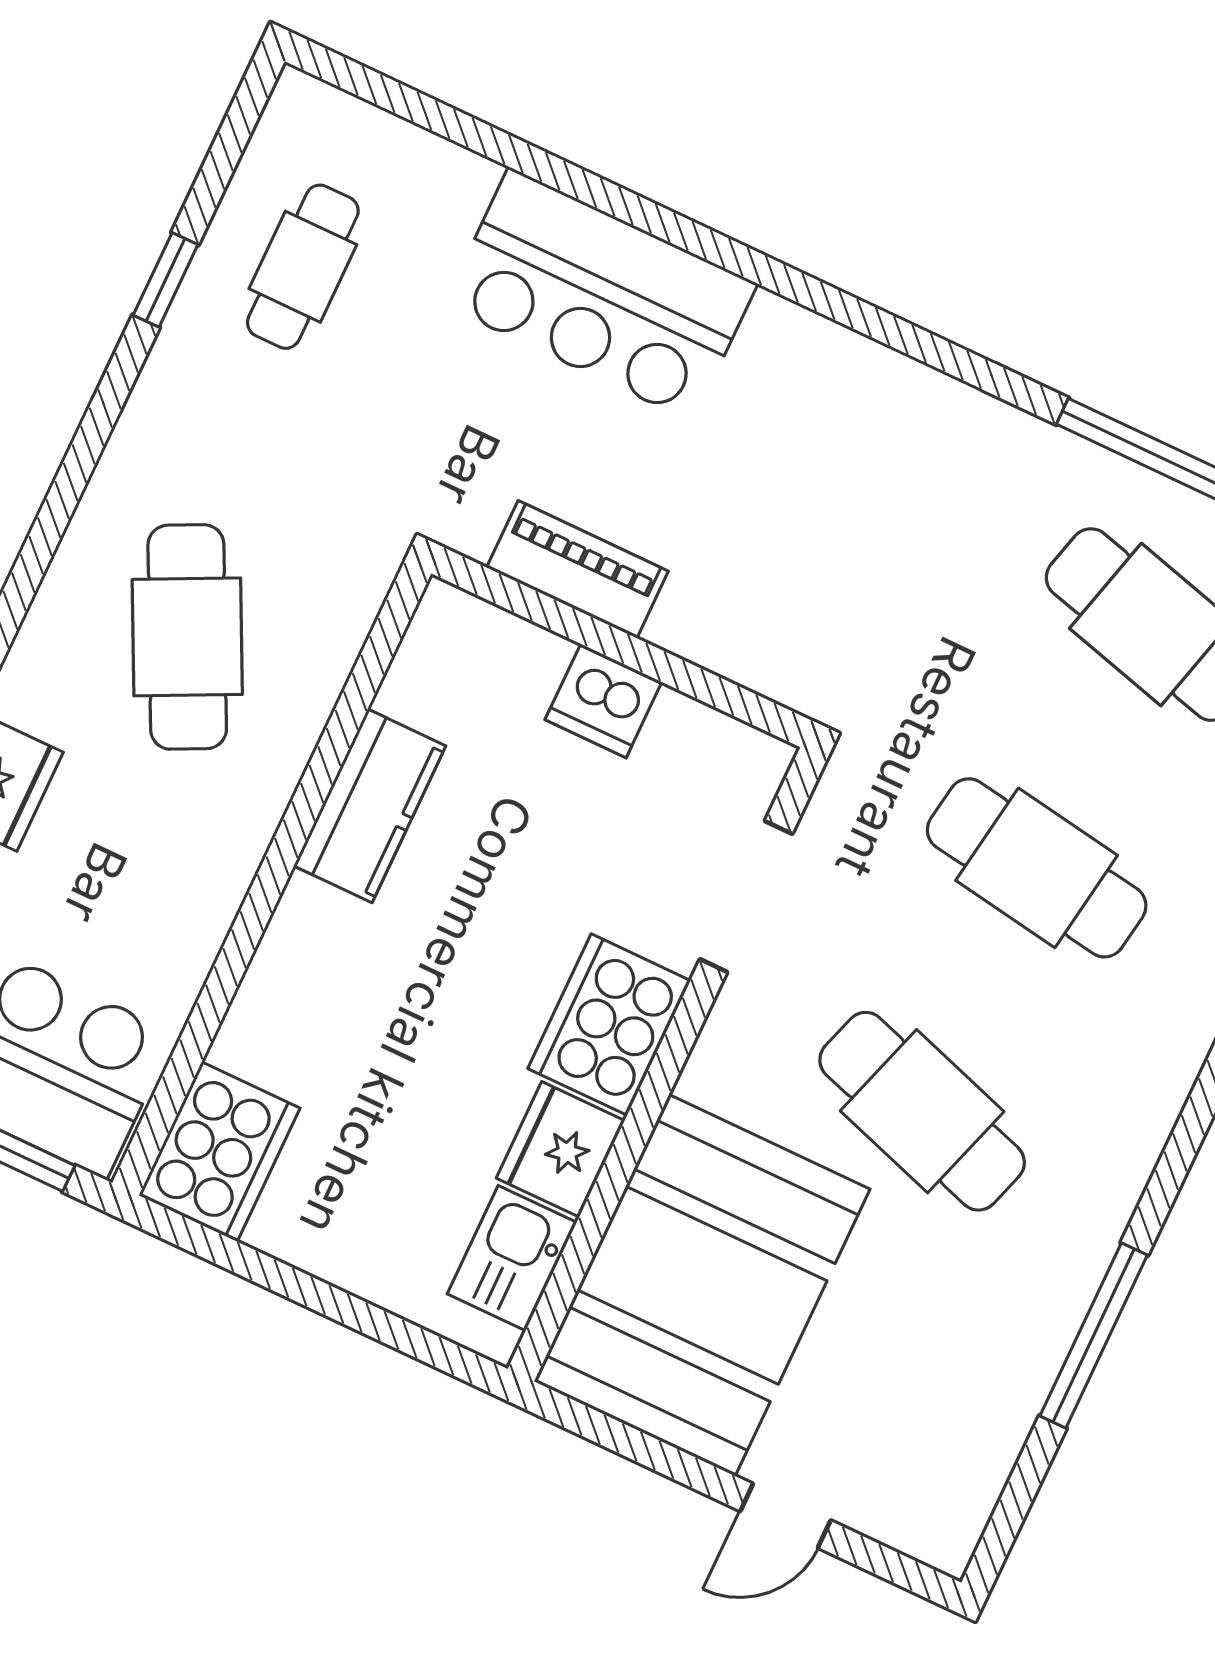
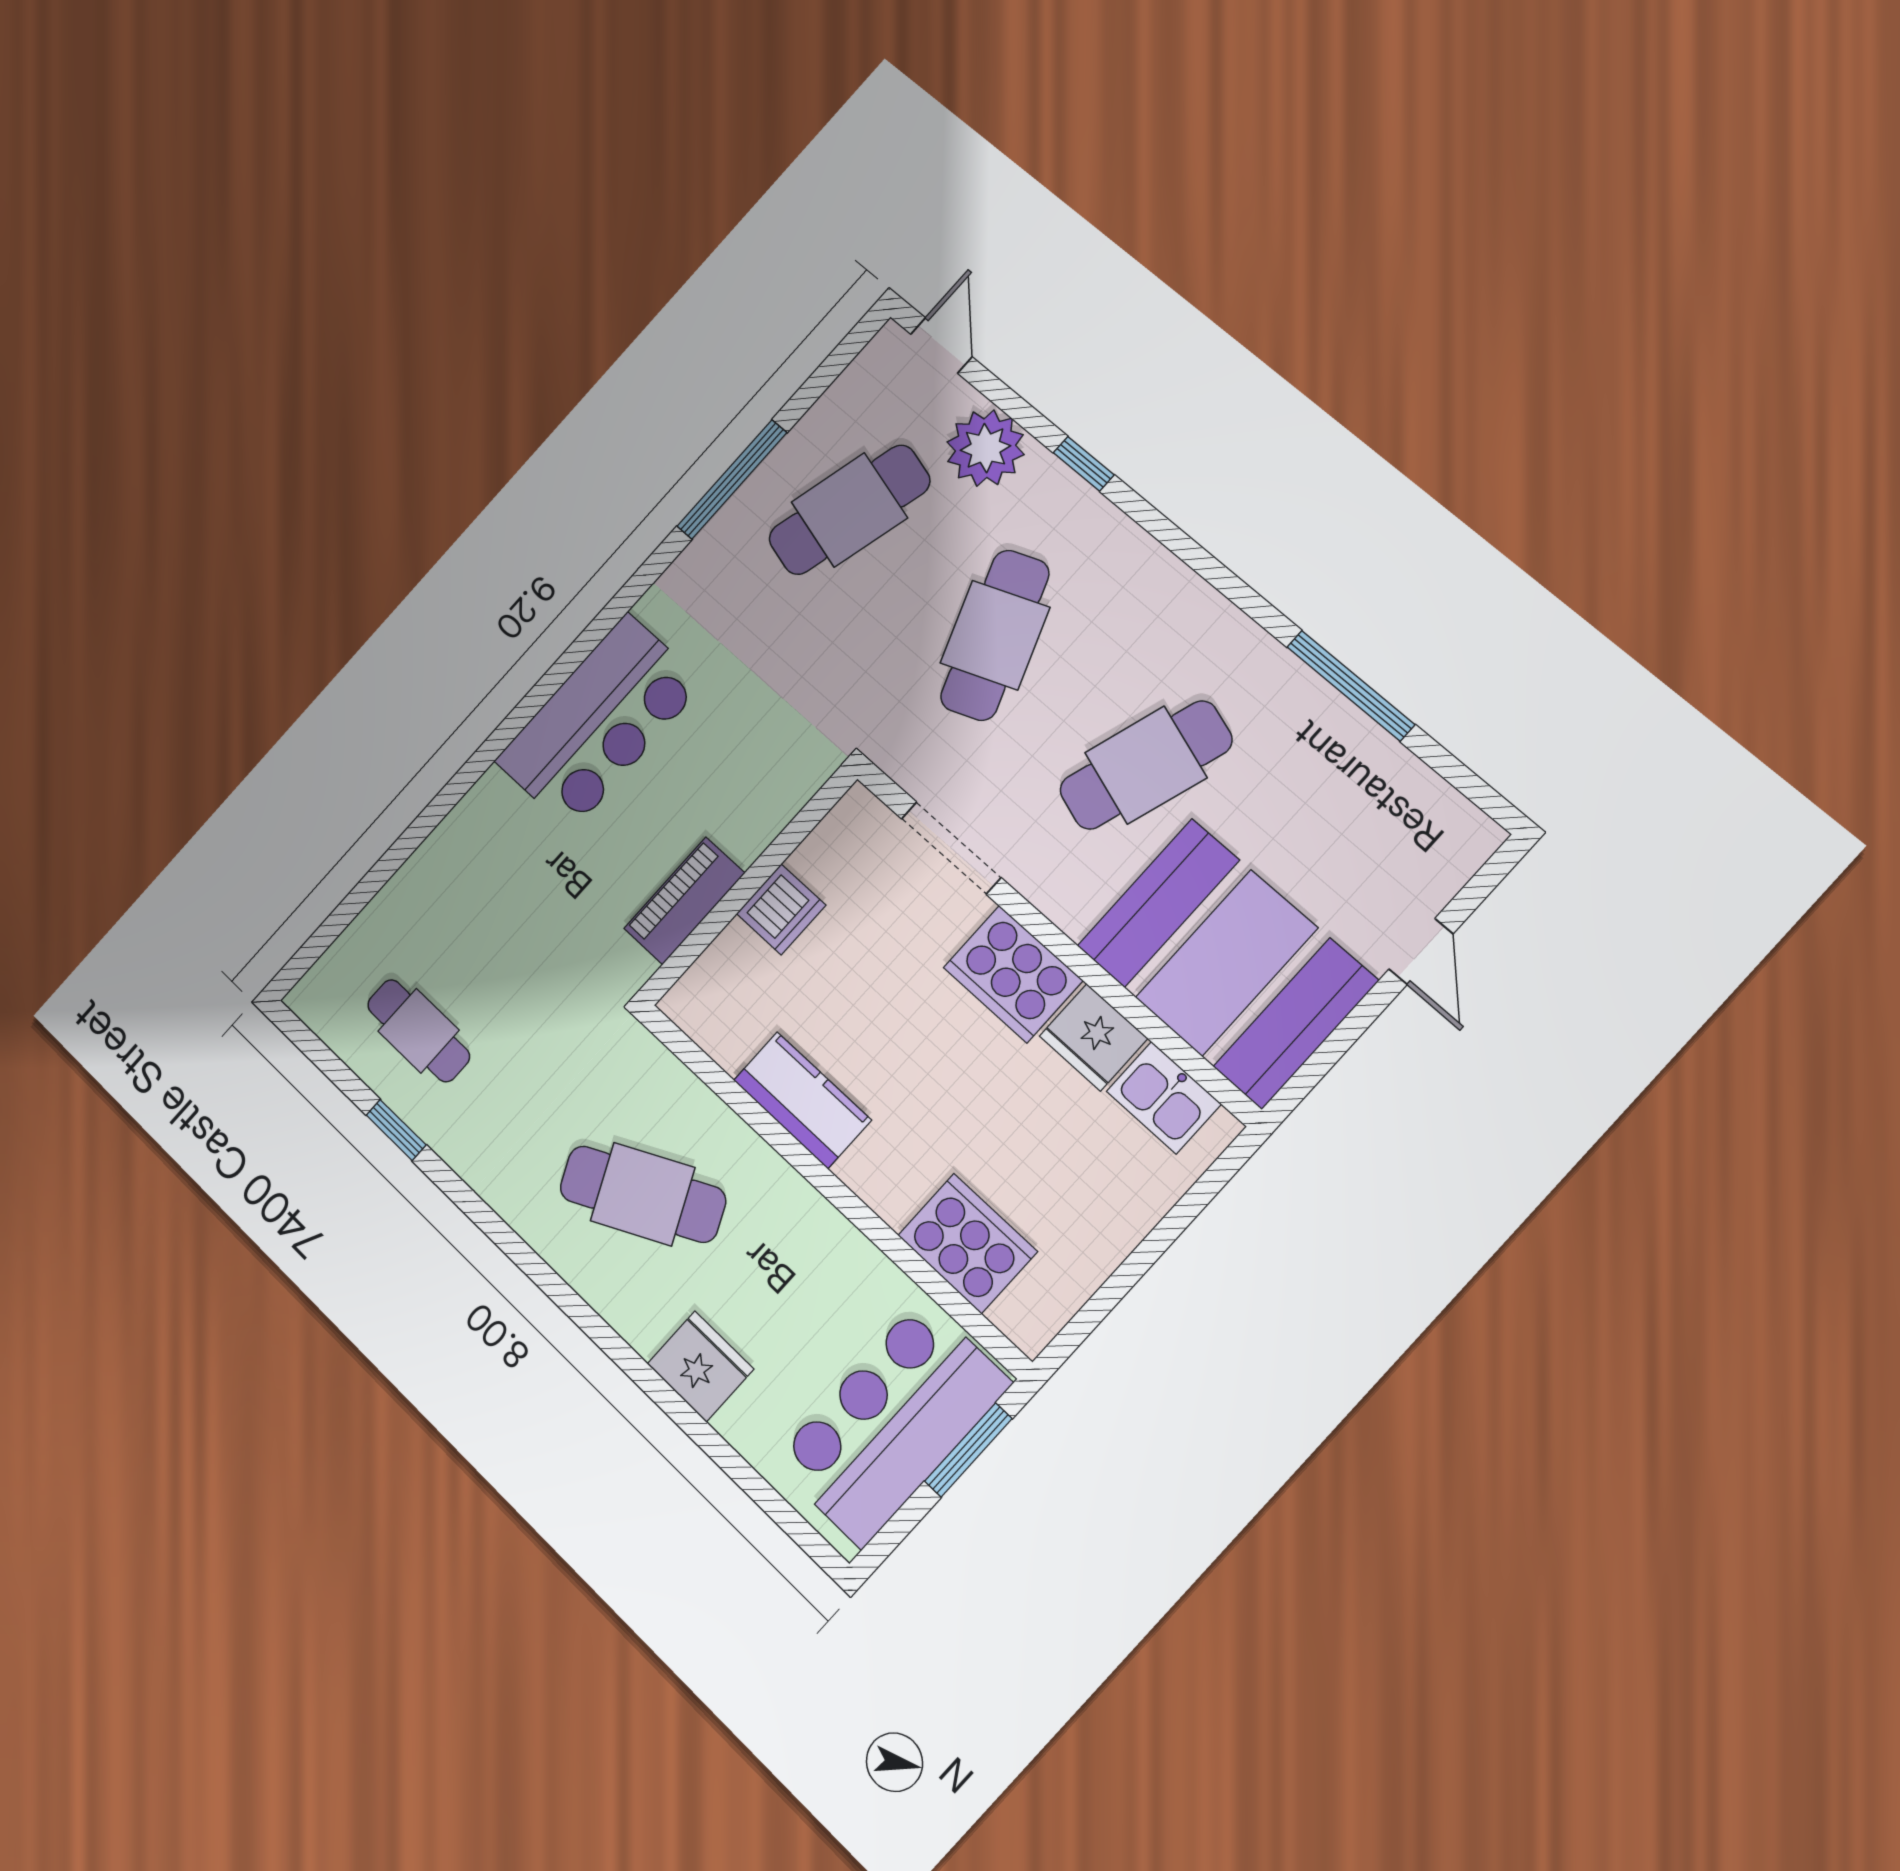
bar counter: (601, 294) -> (600, 722), moved
cafe table: (1037, 868) -> (995, 635), turned -30
cooker: (219, 1152) -> (967, 1243), moved

